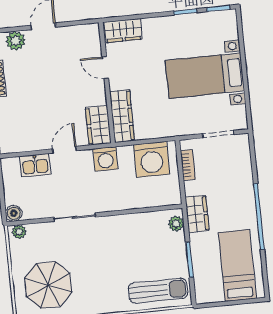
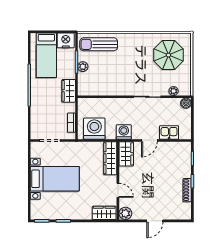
plant: (16, 41) -> (125, 213), moved
plant: (176, 224) -> (83, 67), moved
plant: (19, 232) -> (174, 91), moved
nightstand: (210, 292) -> (66, 40), added

